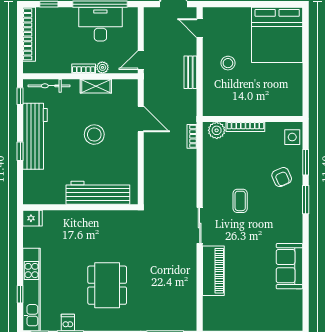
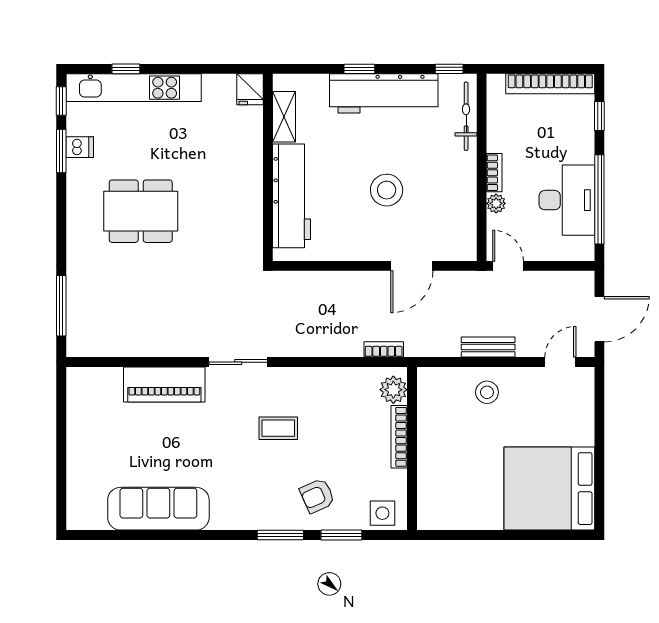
stool: (228, 63) -> (487, 392), moved
shelving: (96, 86) -> (284, 117), moved
sofa: (289, 266) -> (158, 509), width x1.36

